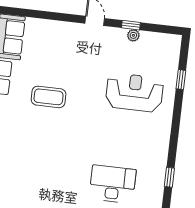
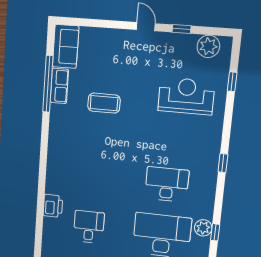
plant: (133, 35) -> (208, 46), moved, width x1.88, depth x1.88
window: (169, 177) -> (223, 163), moved

